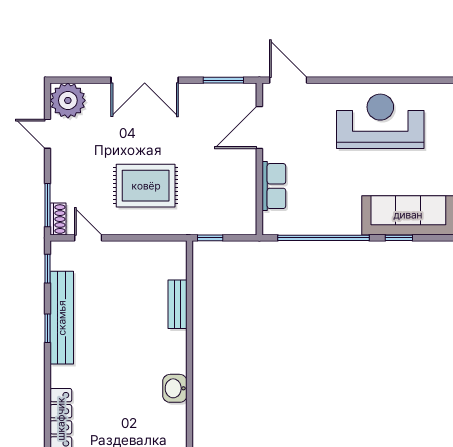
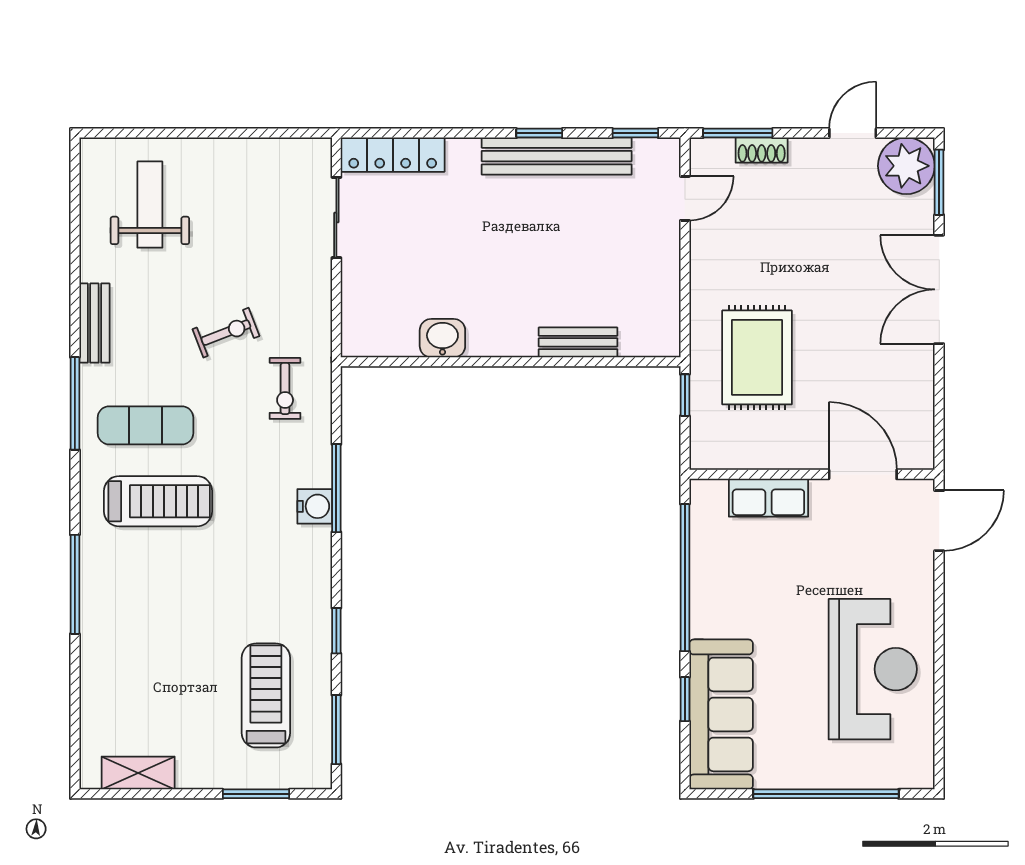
window: (223, 80) -> (939, 182), moved
rug: (146, 186) -> (757, 357), moved
shoe rack: (58, 219) -> (762, 150), moved

